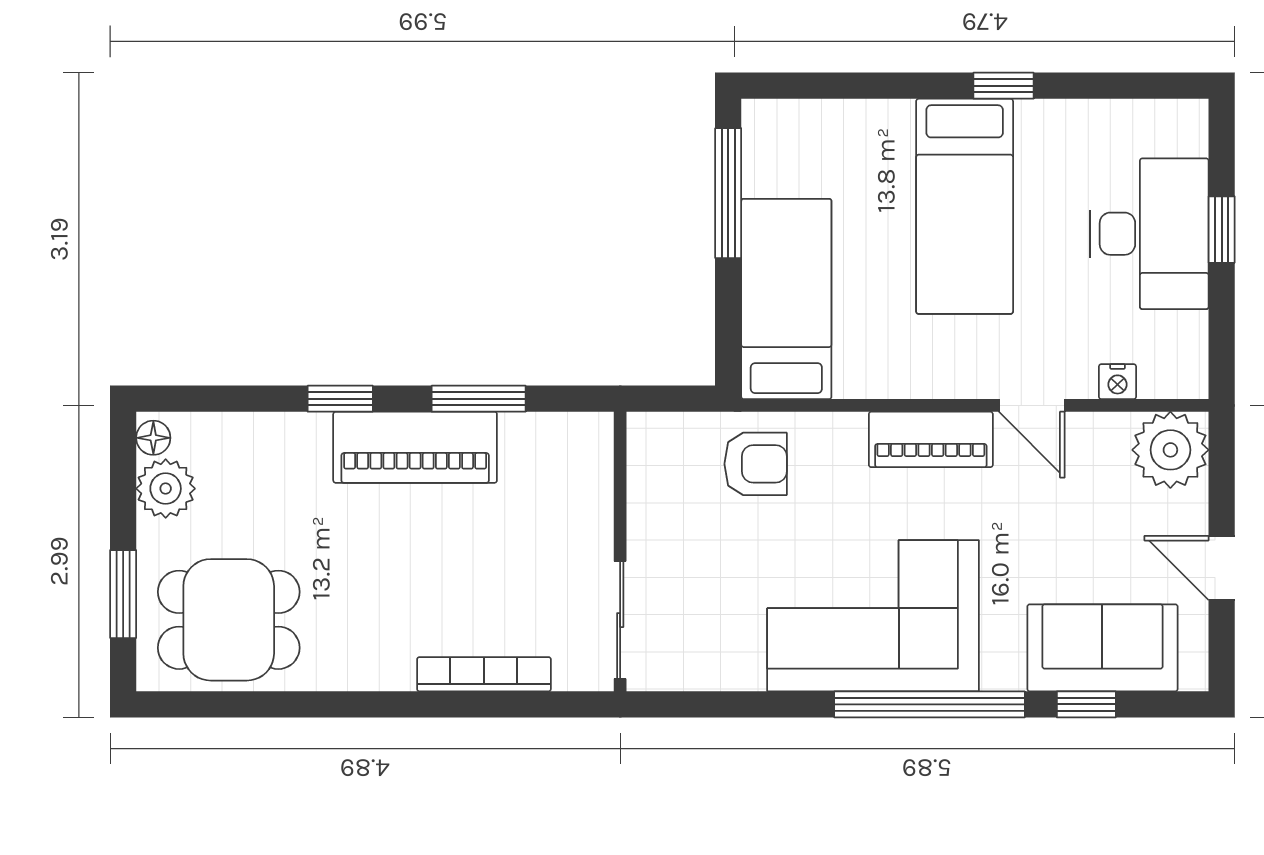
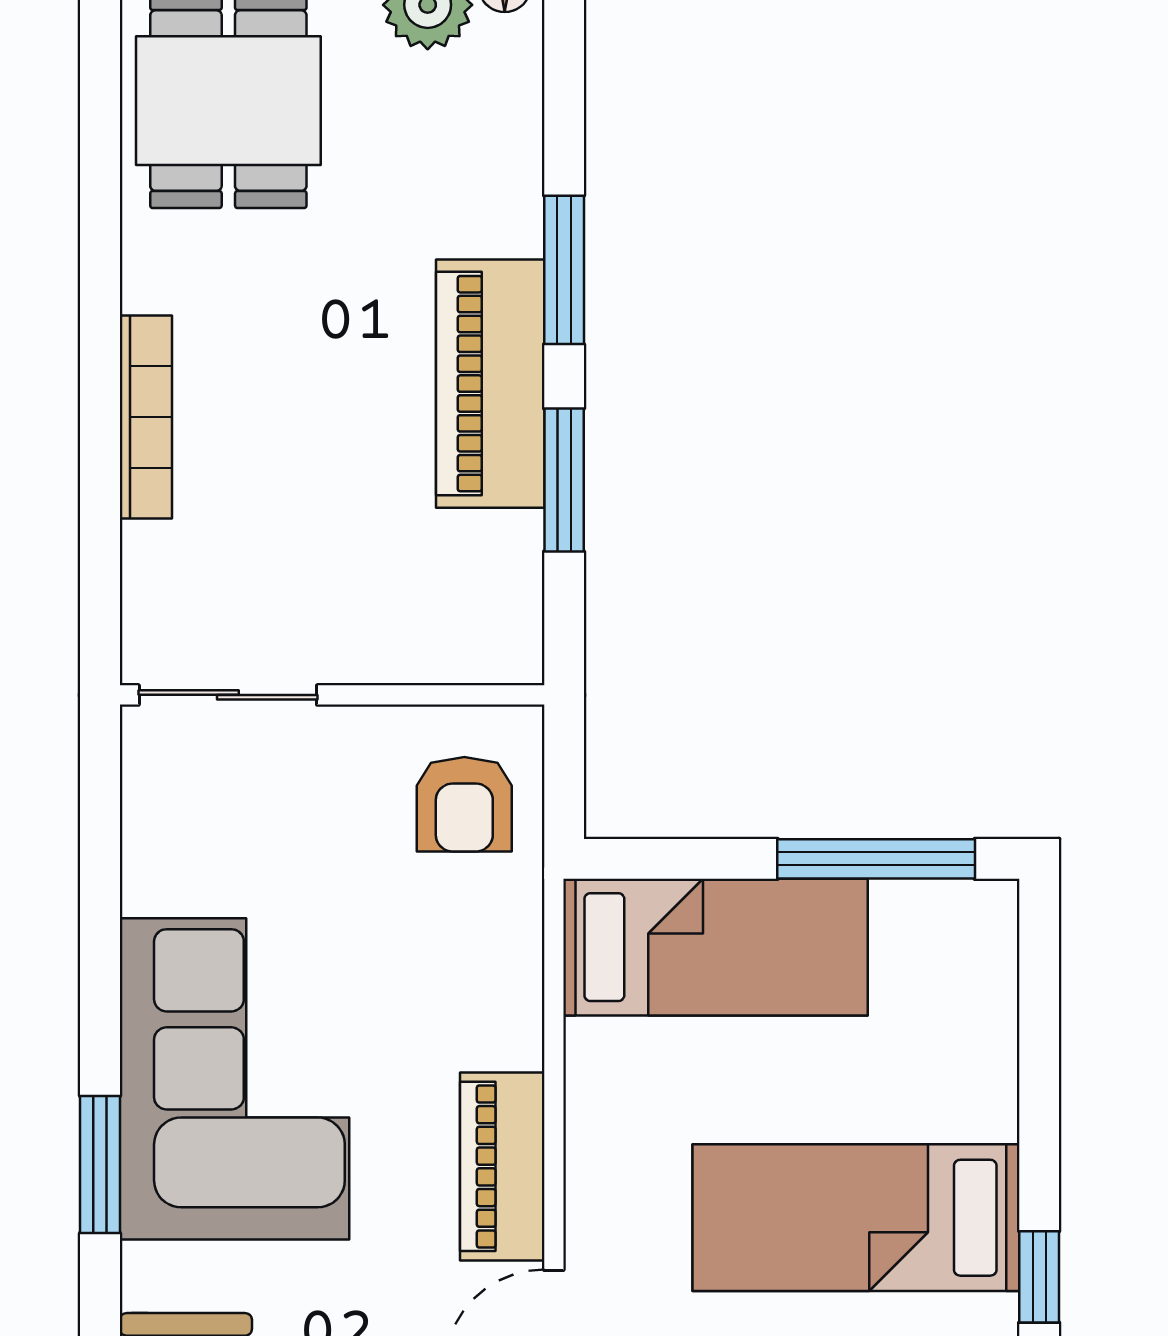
window: (340, 399) -> (564, 270), width x1.50
armchair: (756, 464) -> (464, 804), moved
bookcase: (484, 674) -> (146, 417), moved
window: (930, 704) -> (100, 1164), width x0.47

